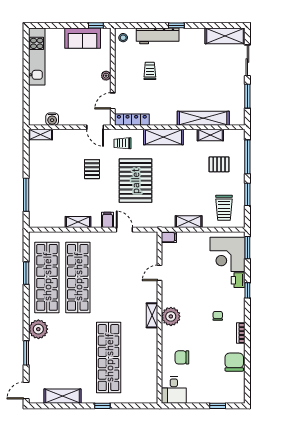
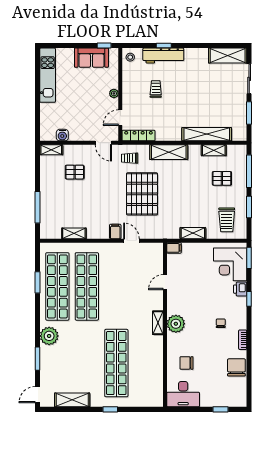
window: (176, 25) -> (164, 45), moved
pallet: (92, 169) -> (75, 172), moved, turned 90
shelving: (78, 222) -> (74, 233), moved
desk: (174, 390) -> (183, 394), width x1.37

